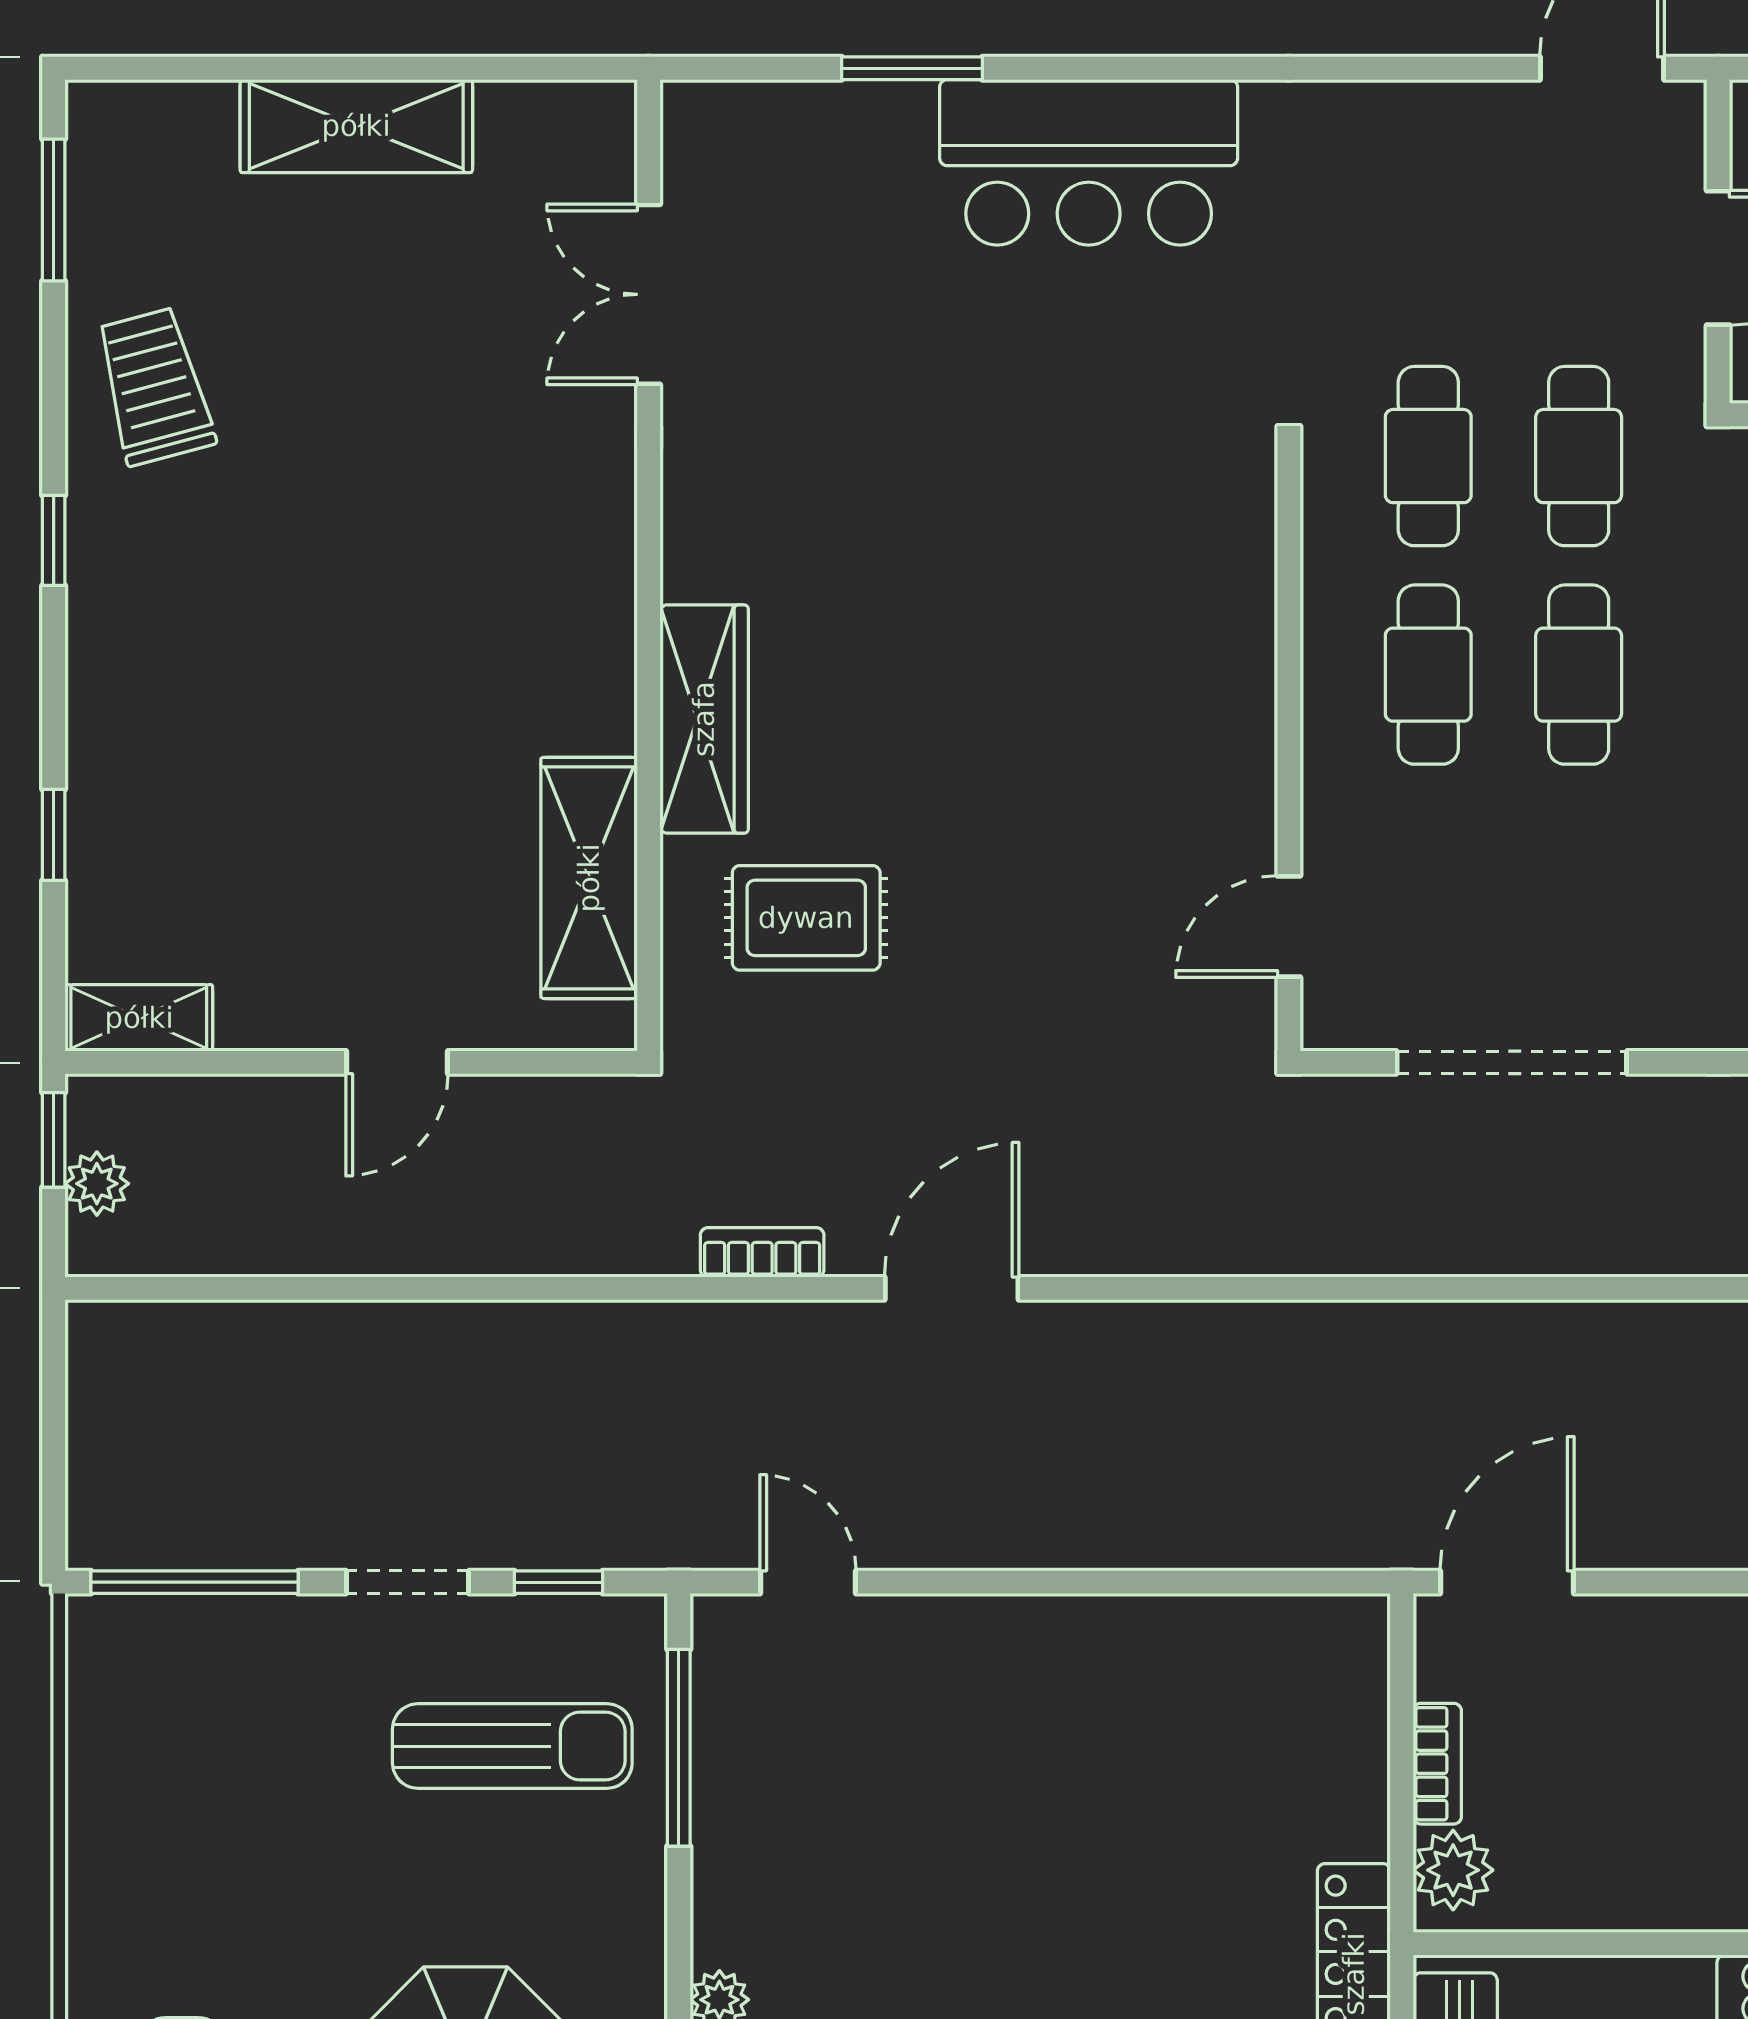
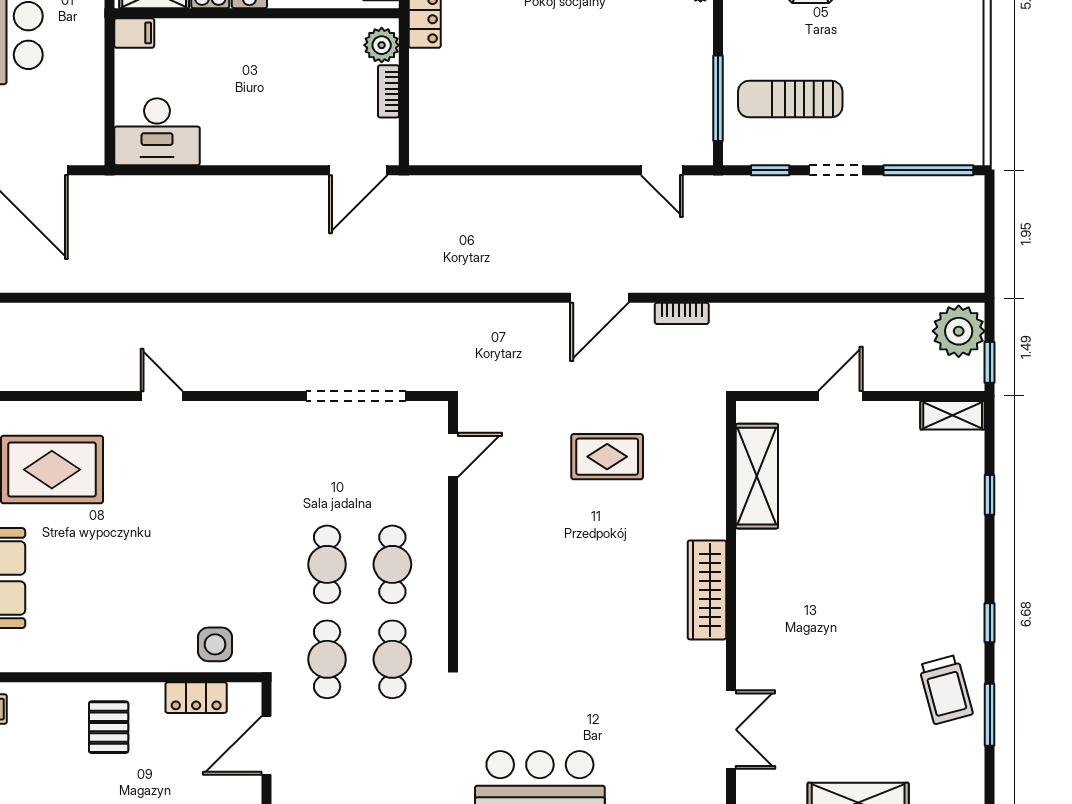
window: (54, 210) -> (990, 715), moved
wardrobe: (704, 719) -> (707, 590), moved
rug: (806, 918) -> (607, 457), moved
plant: (97, 1184) -> (959, 331), width x1.87, depth x1.87

